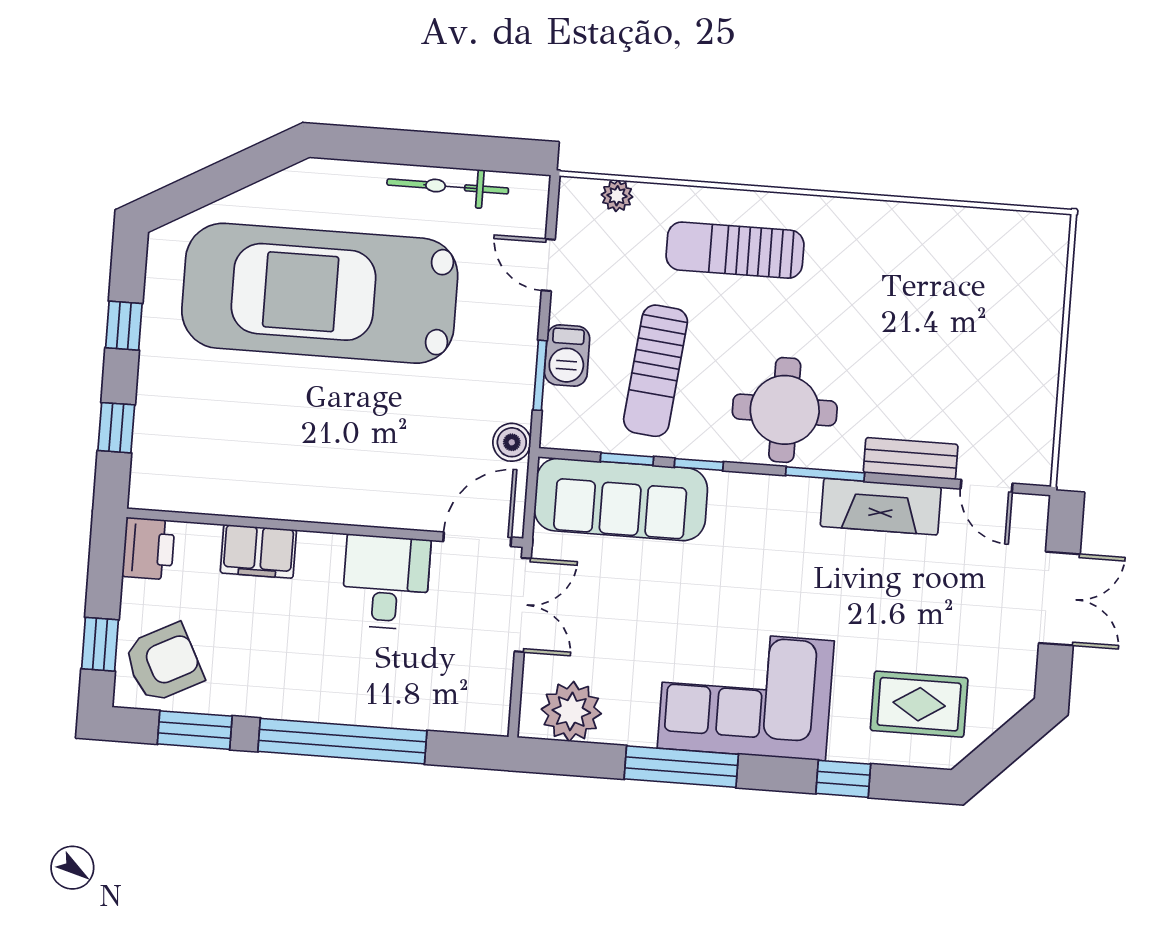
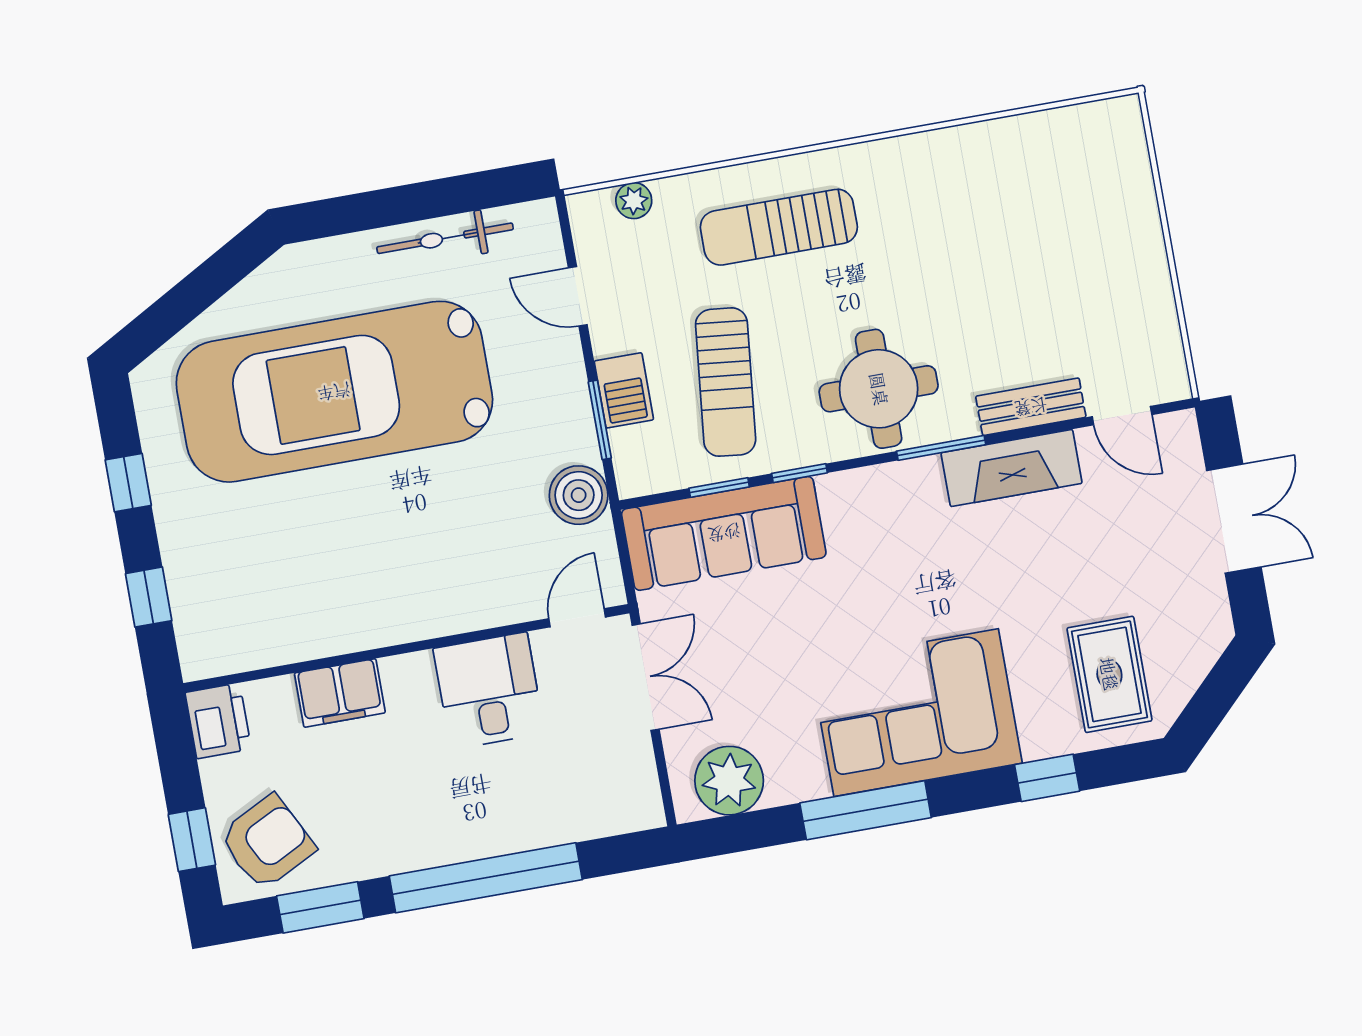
boiler: (512, 442) -> (579, 495), width x1.36, depth x1.36
door: (477, 539) -> (577, 618), width x0.73
rug: (919, 704) -> (1109, 674), turned 90

